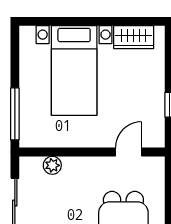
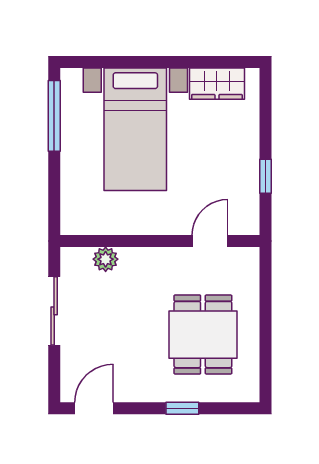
window: (15, 114) -> (54, 116), moved

